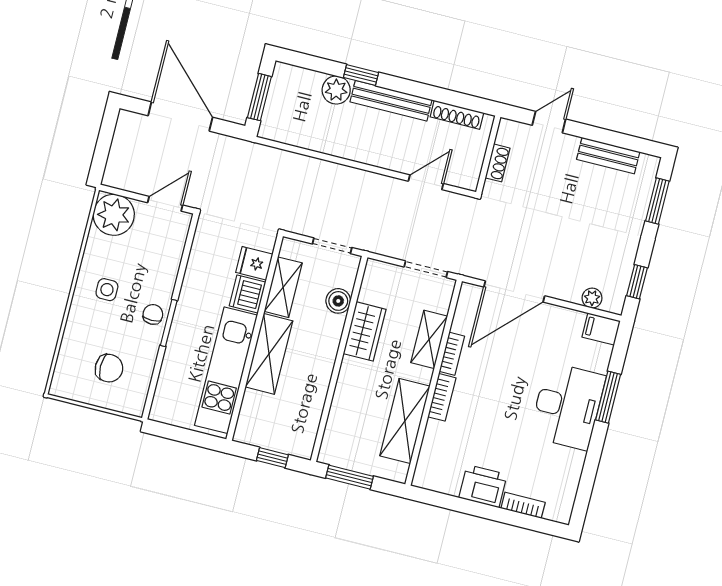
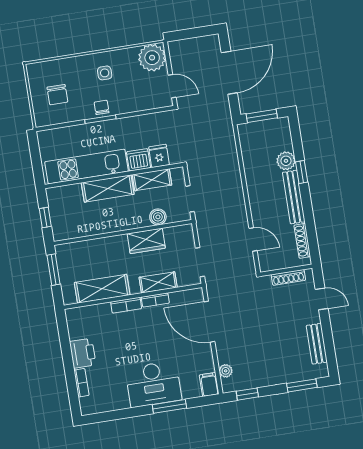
shoe rack: (498, 163) -> (288, 277), width x1.43
chair: (153, 314) -> (102, 107), turned -90

